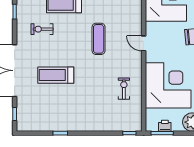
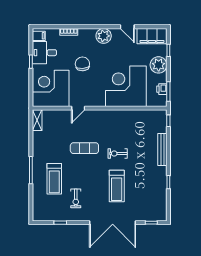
door: (144, 43) -> (78, 108), moved
exercise bike: (124, 89) -> (118, 154), moved
bench: (97, 126) -> (162, 150), added

